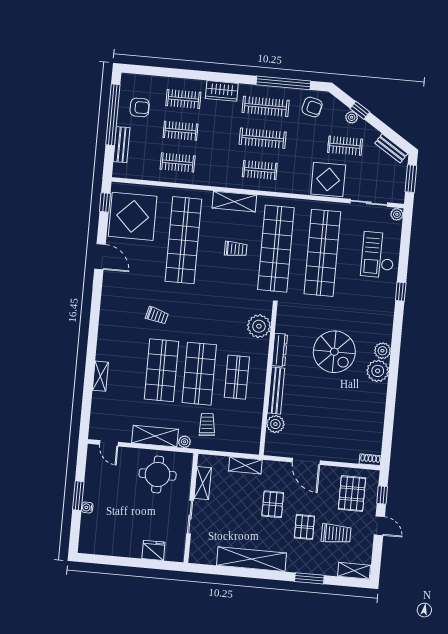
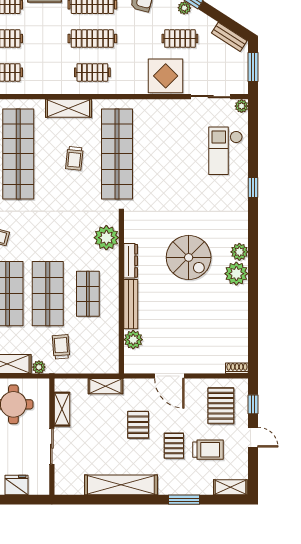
trolley: (236, 249) -> (74, 158), turned 96
shop shelf: (322, 253) -> (166, 154), removed

